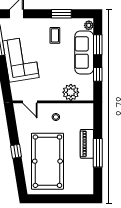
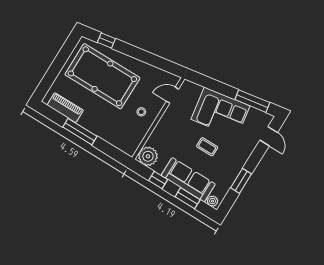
coffee table: (55, 35) -> (207, 147), moved
plant: (71, 92) -> (148, 156), moved
piano: (87, 144) -> (65, 108), moved
window: (16, 151) -> (106, 41), moved

